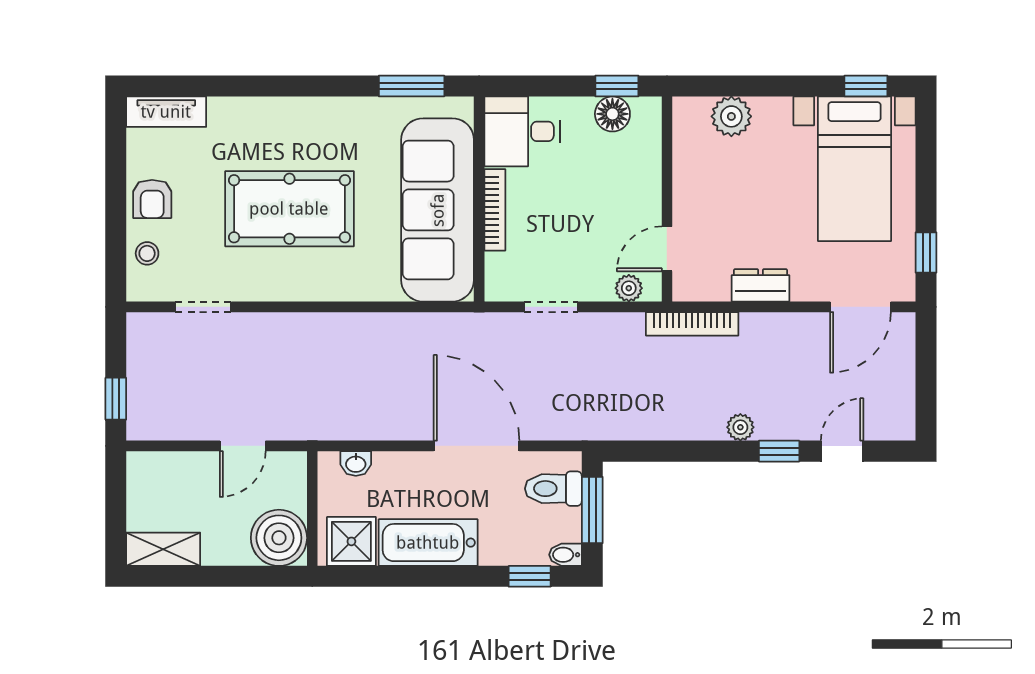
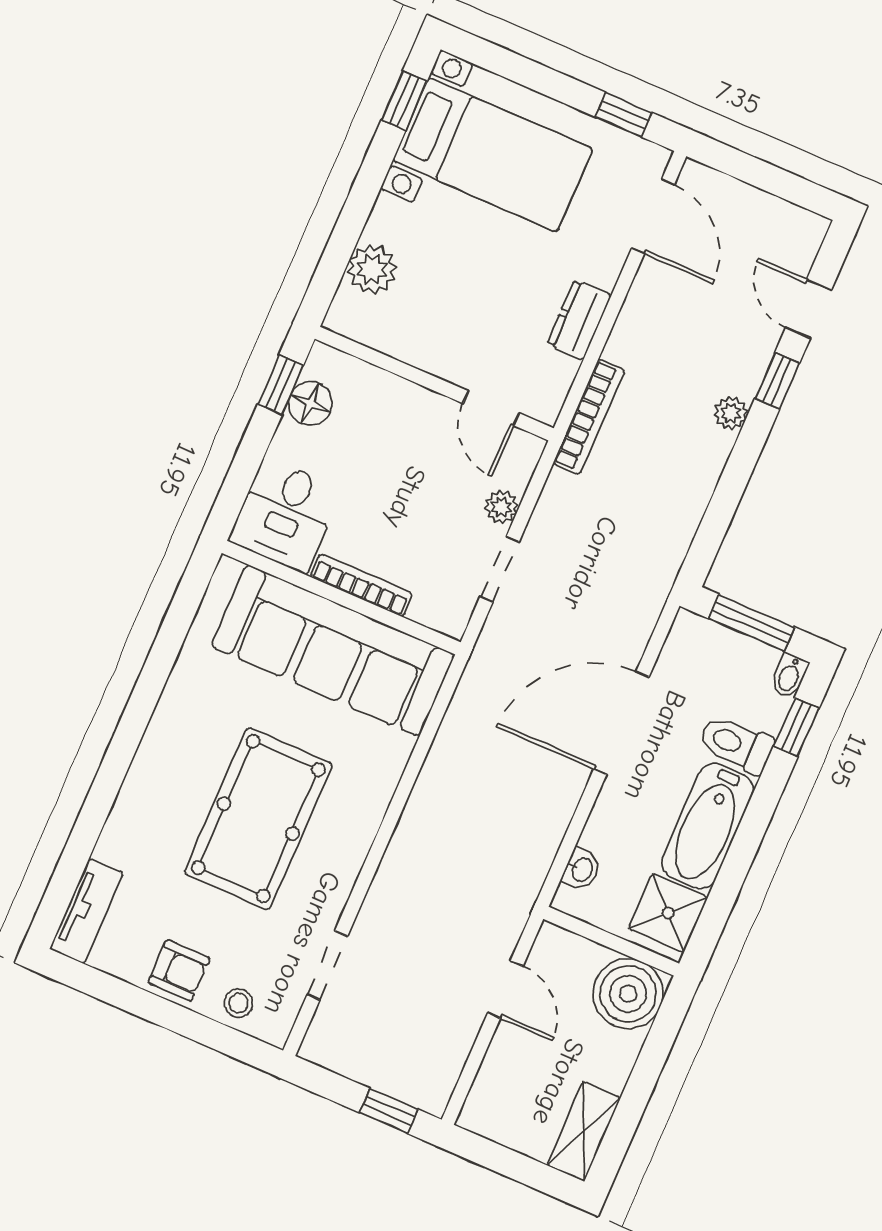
window: (412, 86) -> (179, 619), removed
plant: (629, 288) -> (501, 507), moved
toilet: (553, 489) -> (736, 744), moved, turned 90

